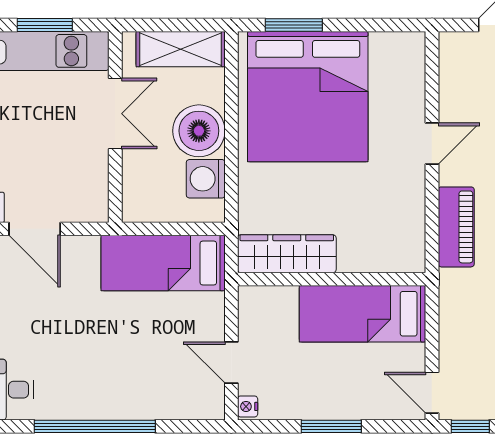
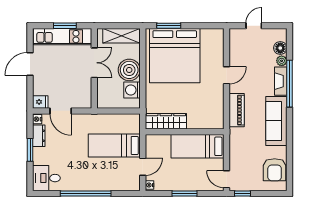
bed: (163, 263) -> (114, 145), moved
door: (231, 363) -> (143, 167), swing flipped

